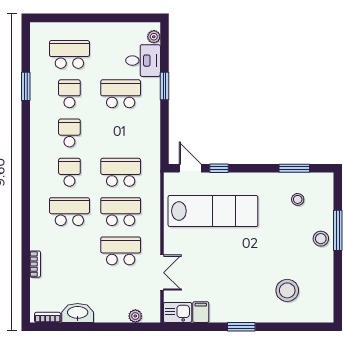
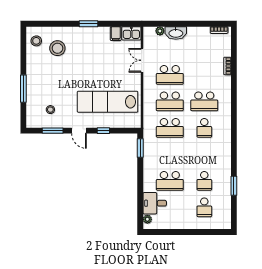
school desk: (69, 54) -> (204, 207), width x0.54
window: (164, 86) -> (140, 148), moved
school desk: (69, 133) -> (204, 154), removed
door: (190, 168) -> (79, 131), moved
stool: (321, 239) -> (36, 41), moved
washbasin: (78, 313) -> (176, 33), moved

